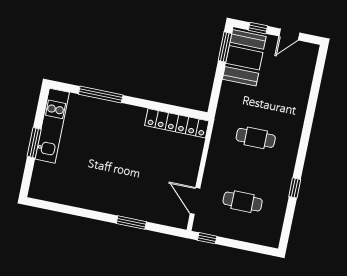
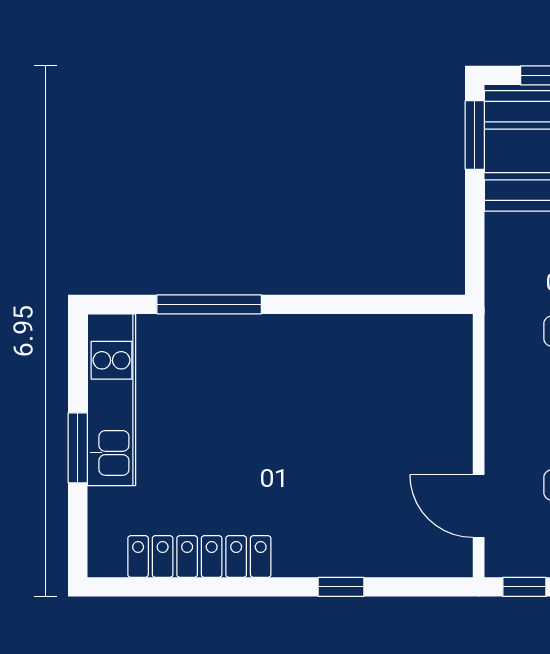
locker: (177, 123) -> (199, 557), moved, turned 180
window: (131, 223) -> (341, 587), width x0.67

